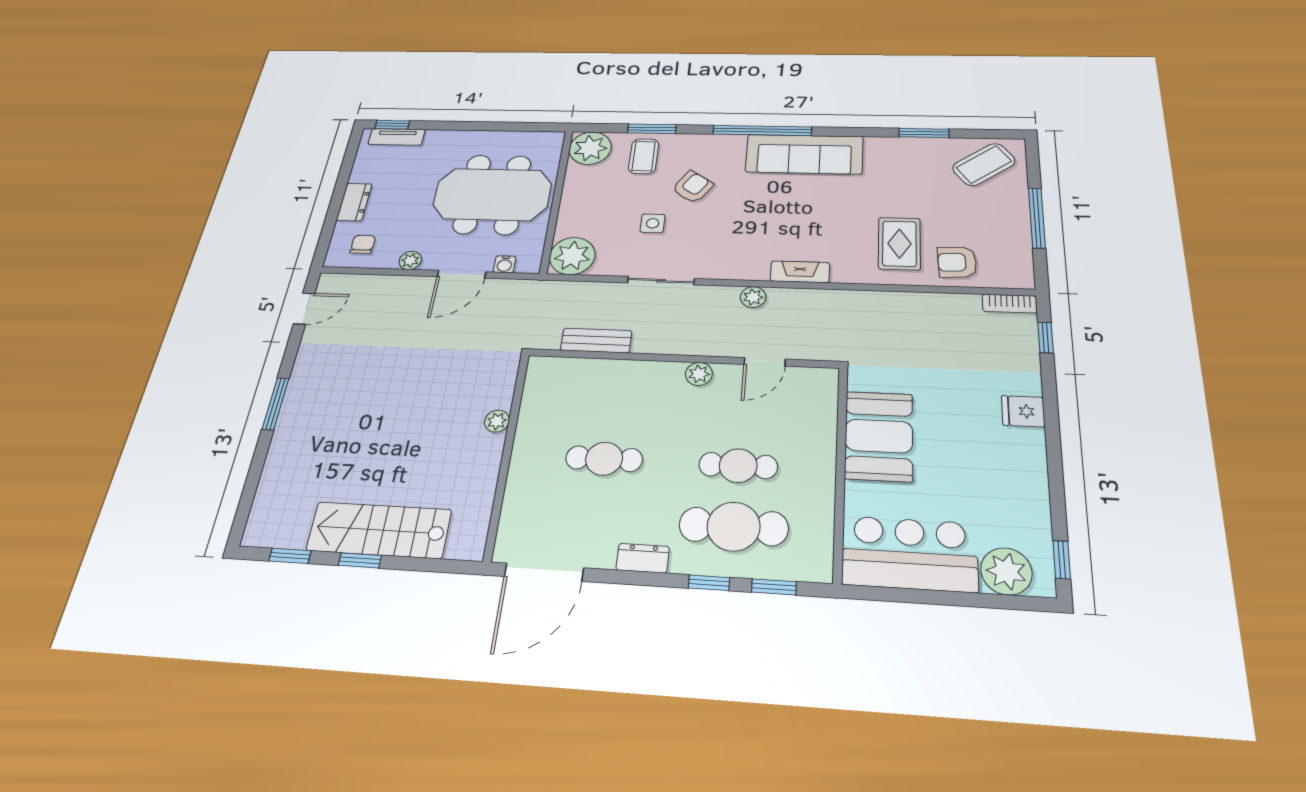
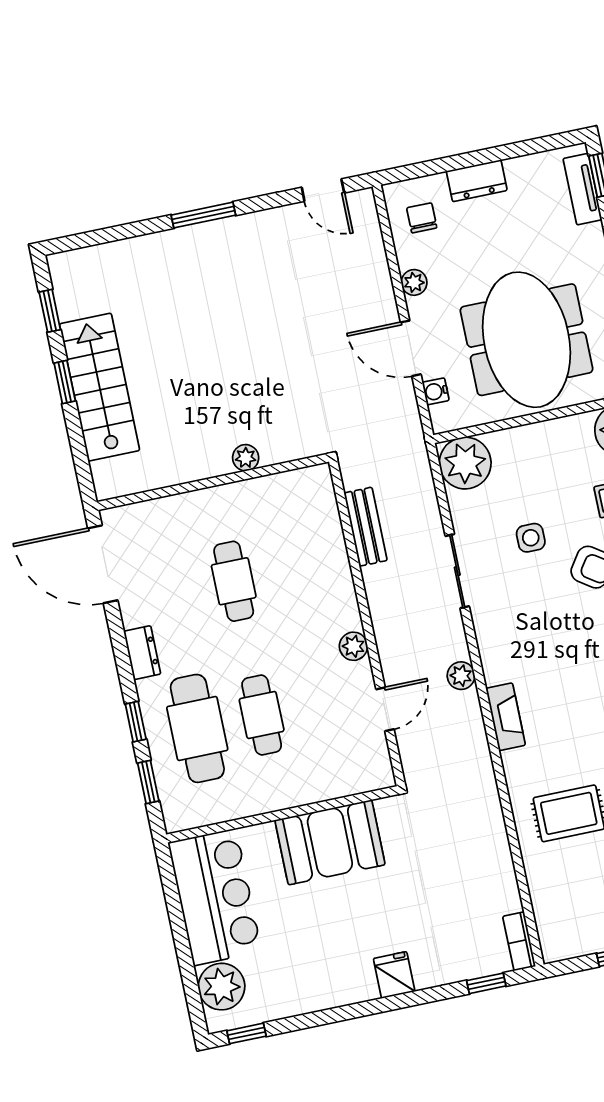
chair: (363, 244) -> (422, 218), turned -90
armchair: (957, 262) -> (559, 878), removed
door: (765, 362) -> (385, 709), swing flipped

